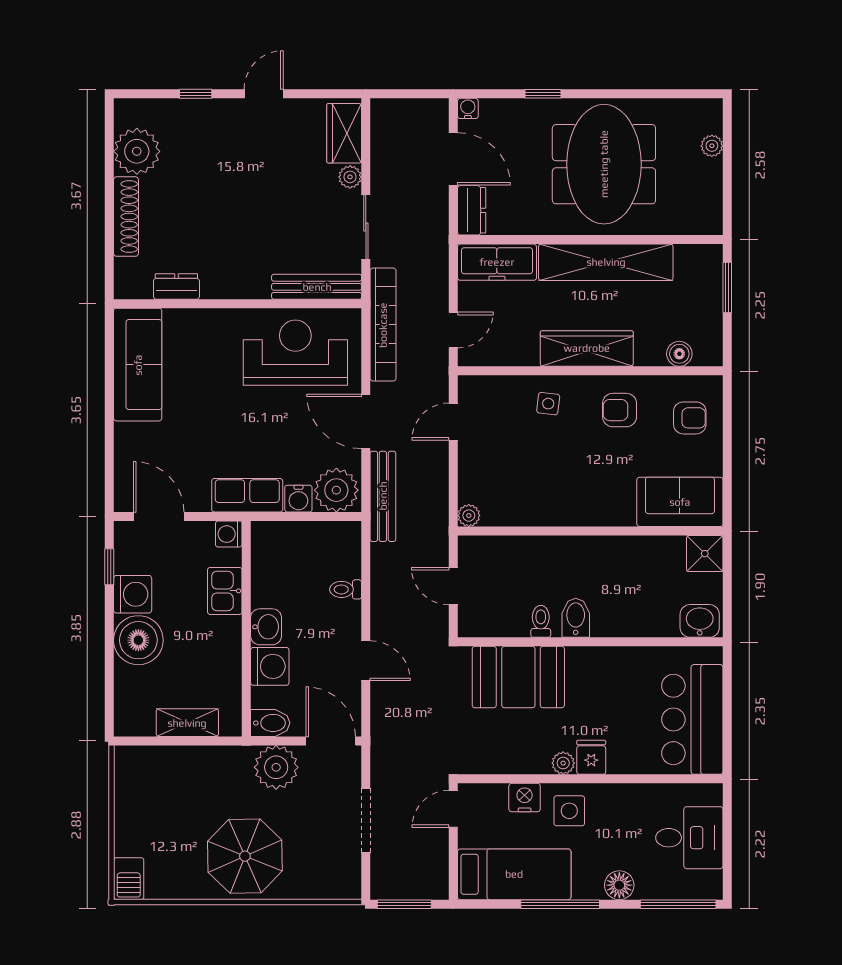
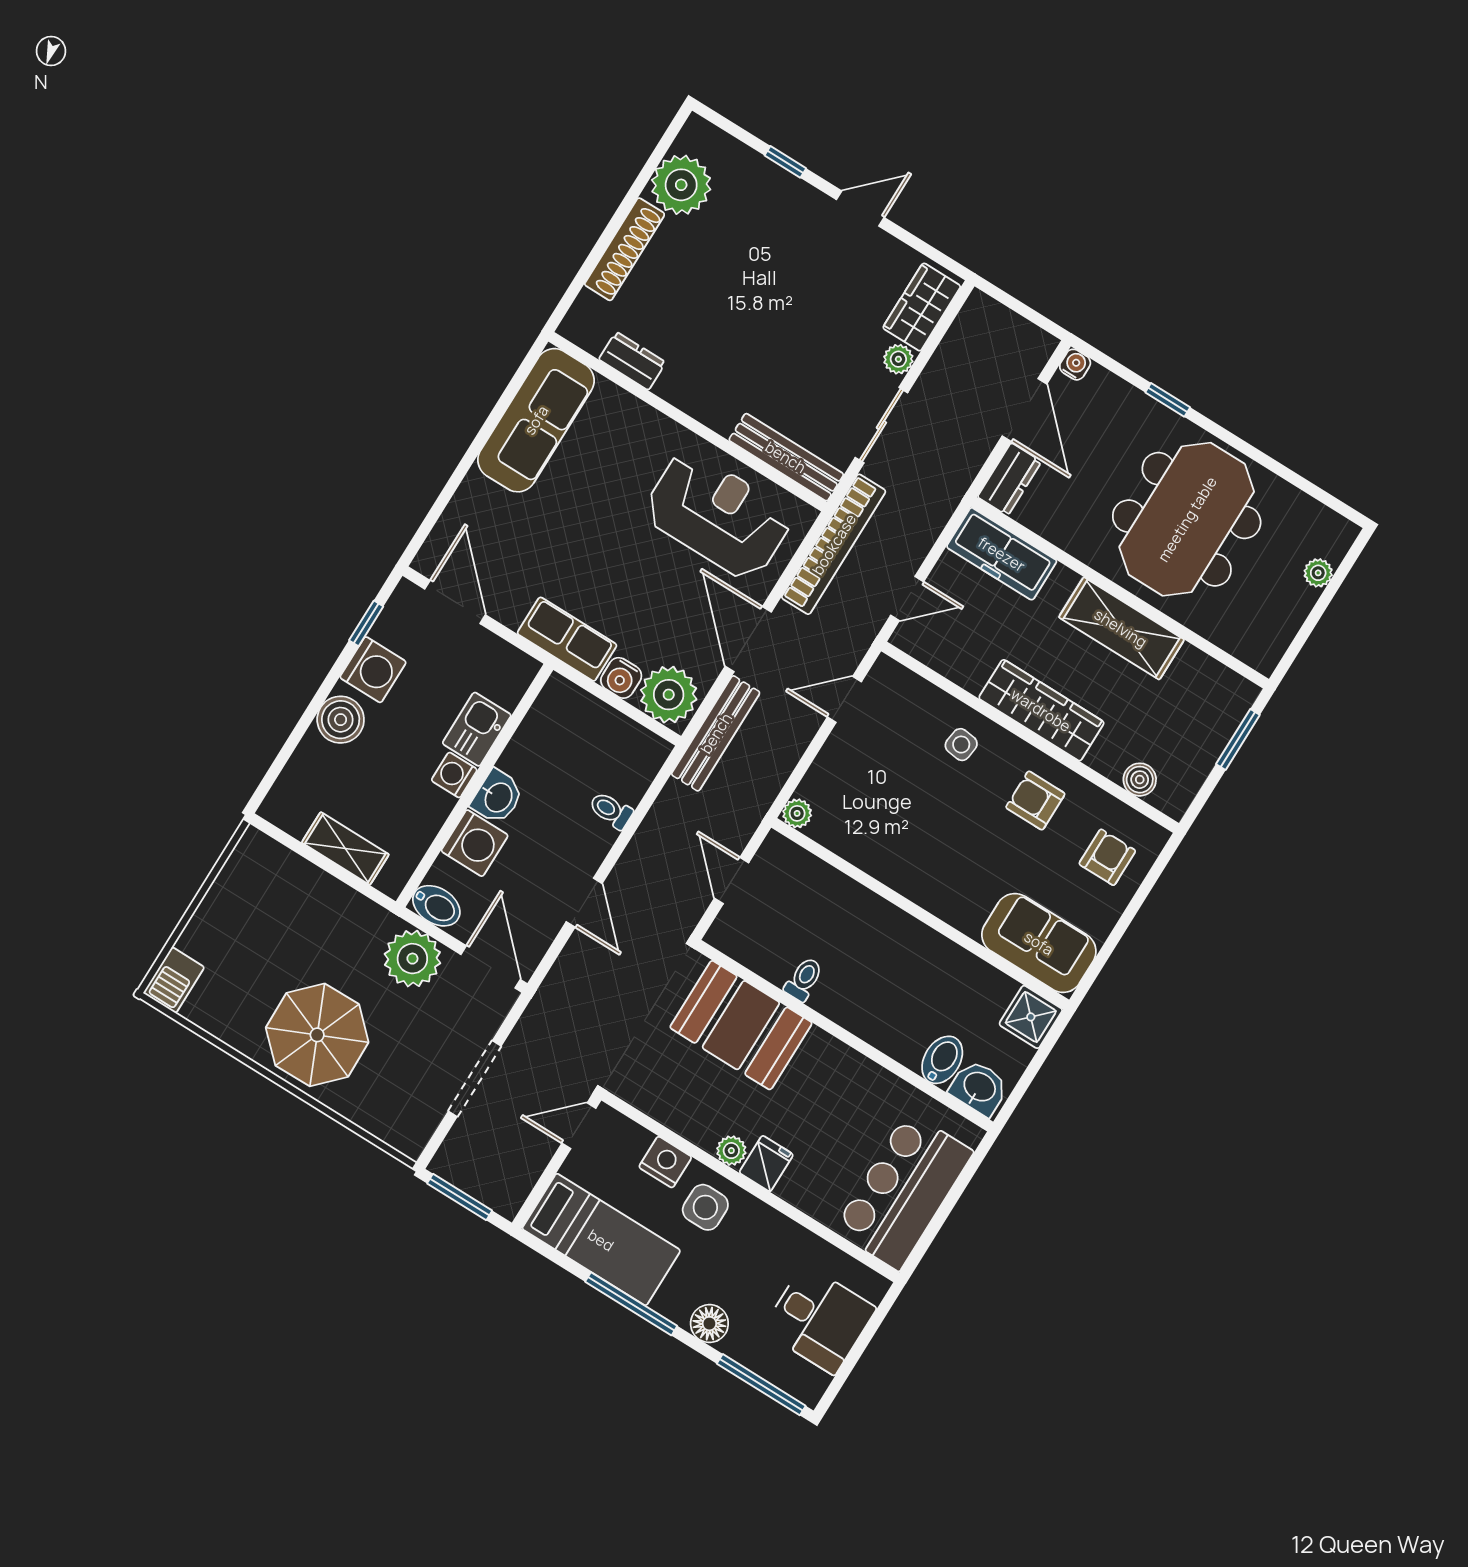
shelving: (606, 262) -> (1121, 628), width x0.68
armchair: (690, 418) -> (1107, 857), turned -90
washing machine: (229, 534) -> (454, 775), moved
bidet: (576, 618) -> (942, 1060), moved
boiler: (138, 640) -> (341, 720), width x0.73, depth x0.73

